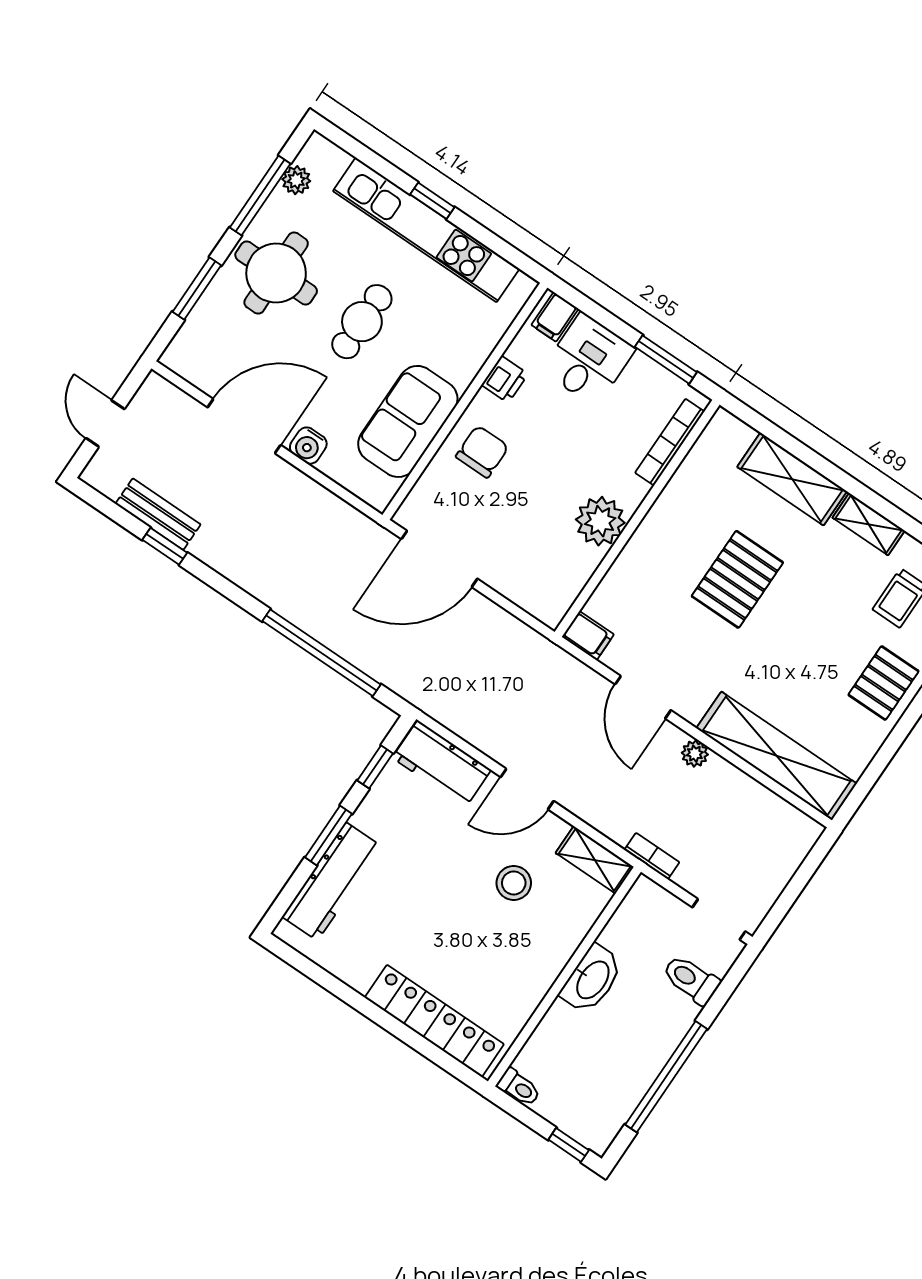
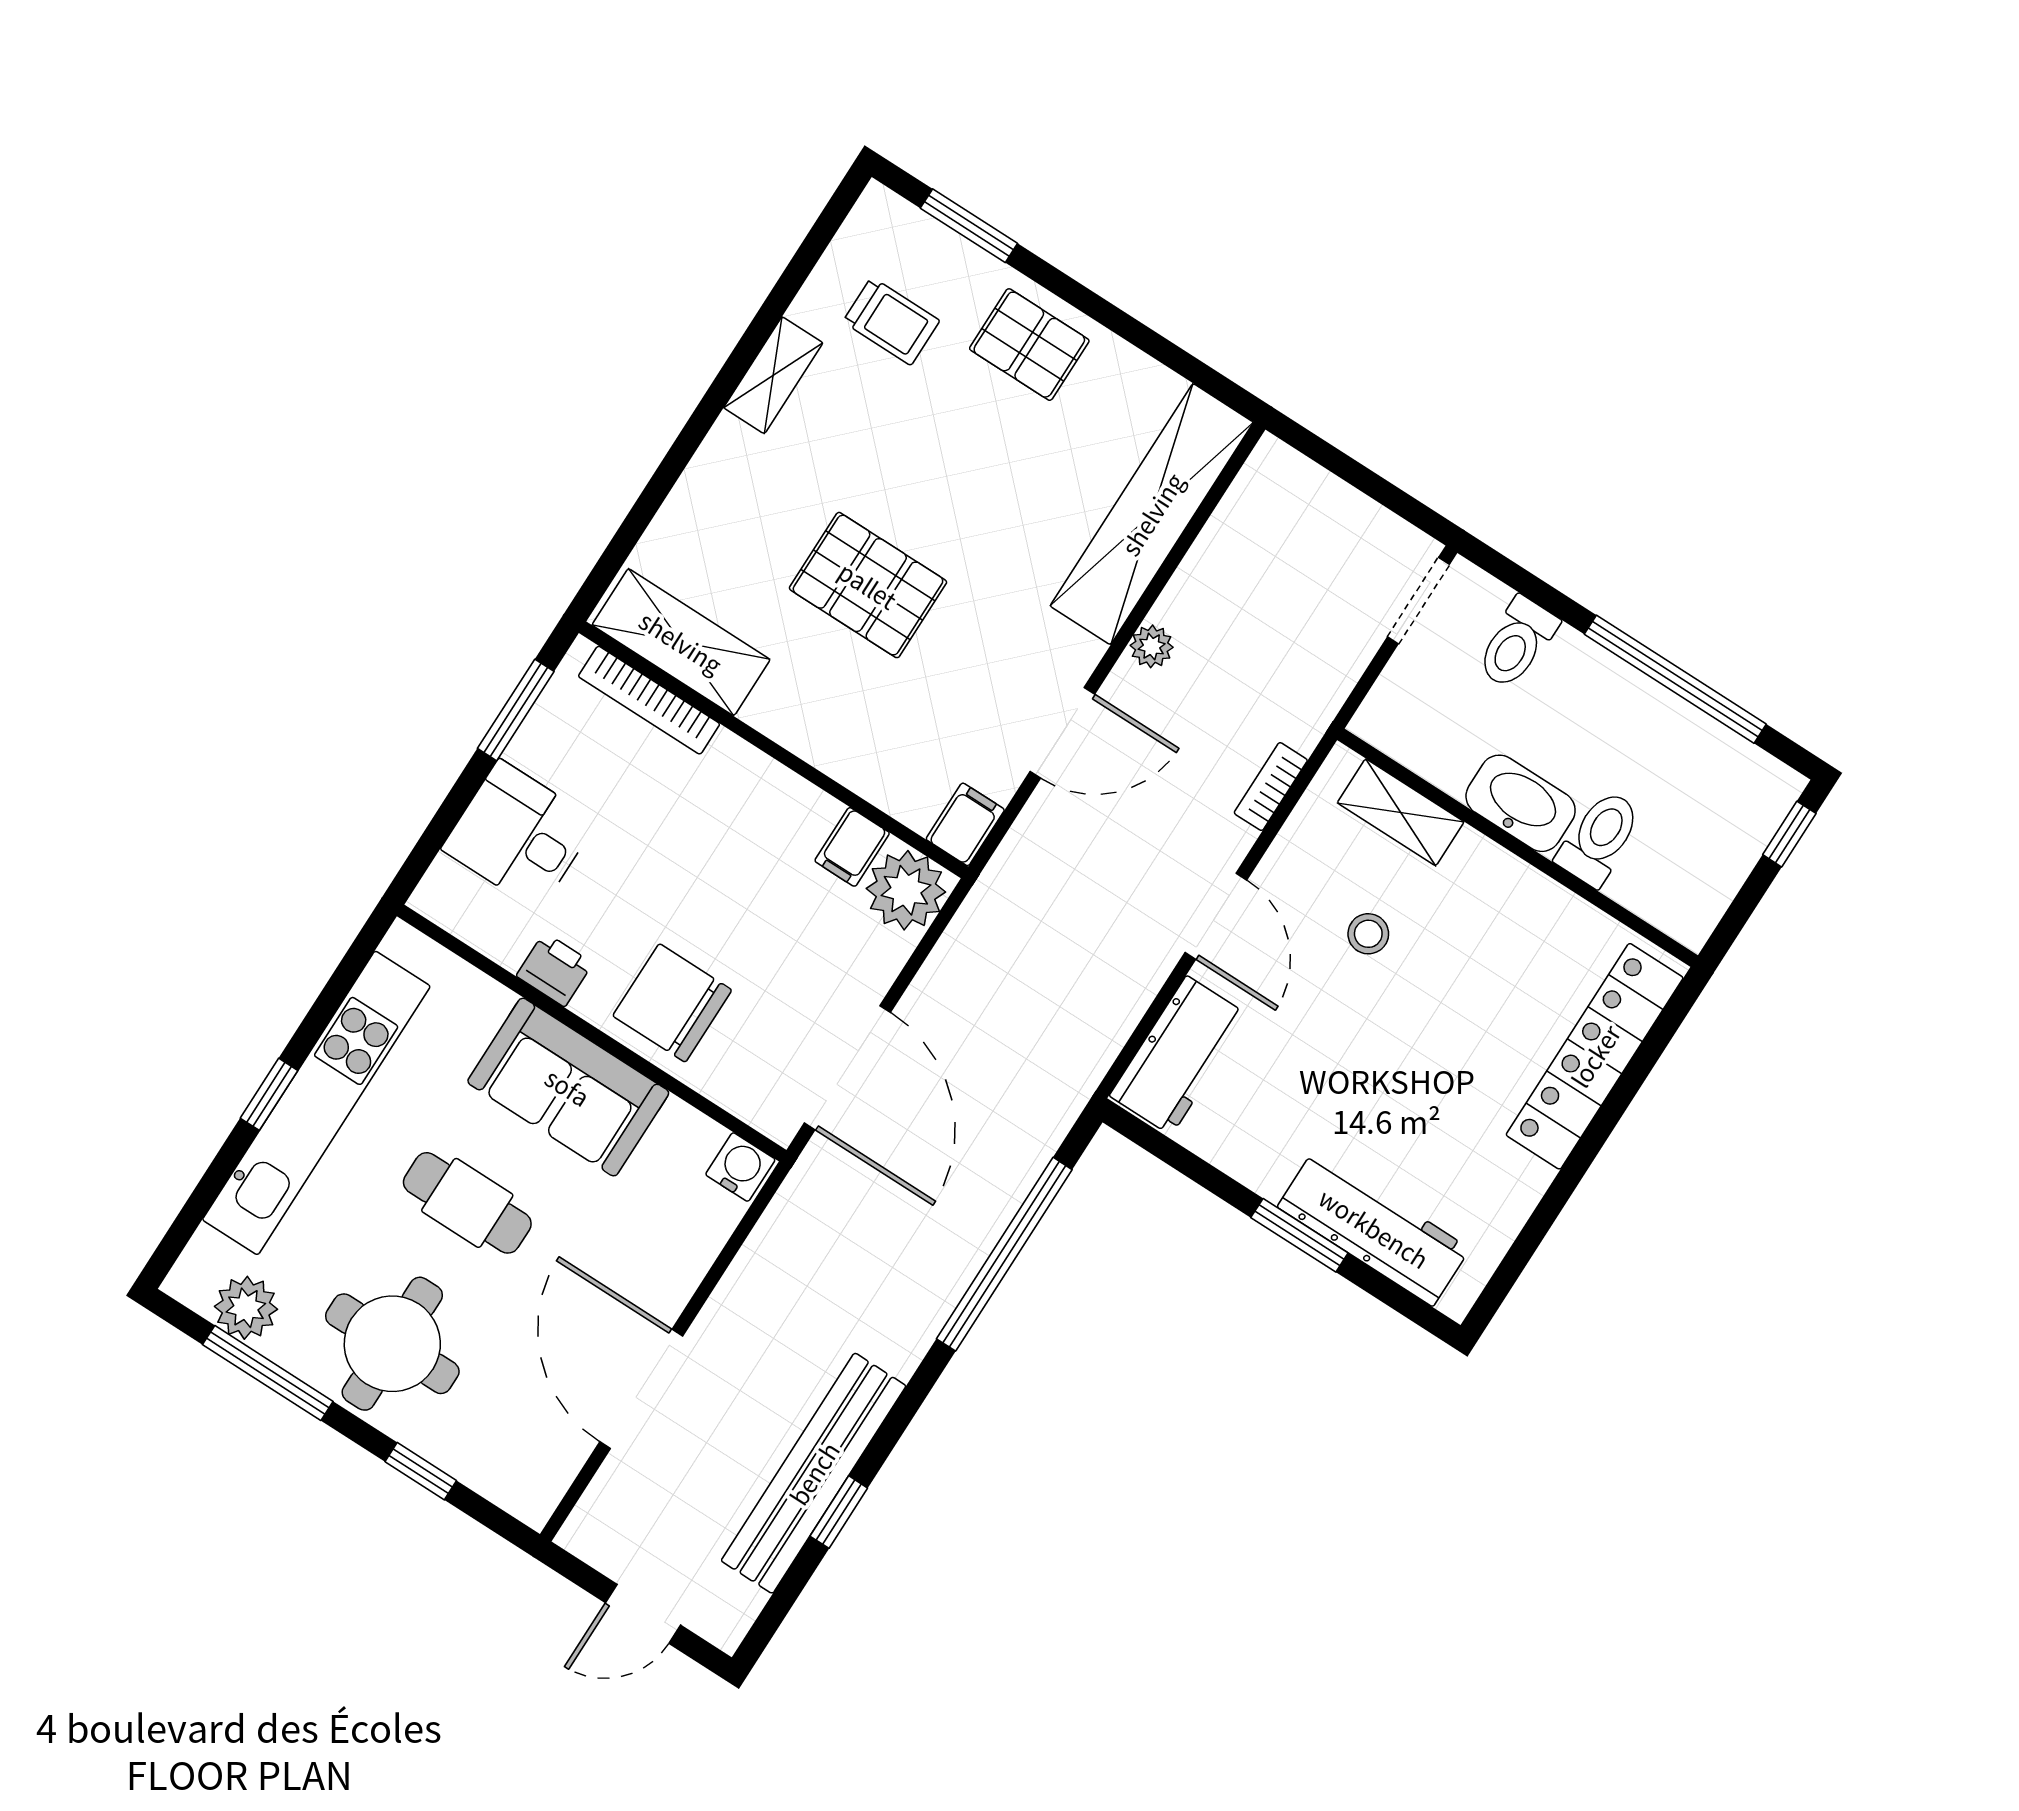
plant: (296, 180) -> (246, 1308), width x1.38, depth x1.38
window: (197, 289) -> (421, 1471), width x0.67
filing cabinet: (555, 317) -> (852, 847), moved, turned 90
sofa: (408, 421) -> (568, 1087), moved
water cooler: (308, 446) -> (740, 1167), moved, turned -90
chair: (482, 452) -> (672, 1003), width x1.37, depth x1.37
shelving: (792, 479) -> (681, 642), moved, turned 90
bench: (158, 514) -> (814, 1473), width x1.86, depth x1.21
plant: (600, 521) -> (906, 890), moved
window: (375, 767) -> (1187, 1163), removed
bookcase: (652, 856) -> (1271, 787), moved
shelving: (595, 860) -> (1401, 812), moved, turned 90
stool: (514, 883) -> (1368, 934), width x0.73, depth x0.73
toilet: (519, 1087) -> (1599, 838), moved, width x1.37, depth x1.39

